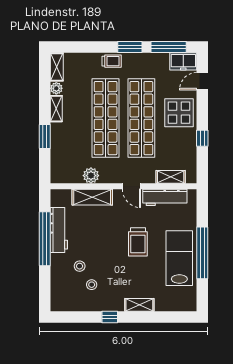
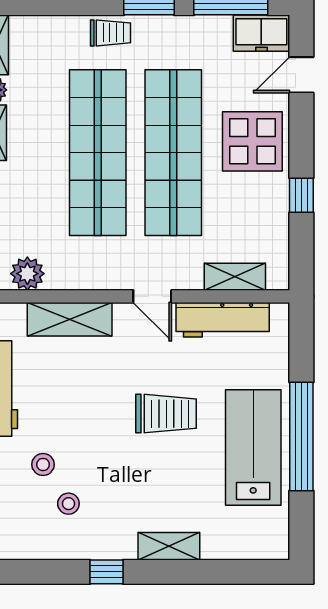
plant: (91, 176) -> (27, 274), moved
trolley: (138, 242) -> (166, 414), turned -90

